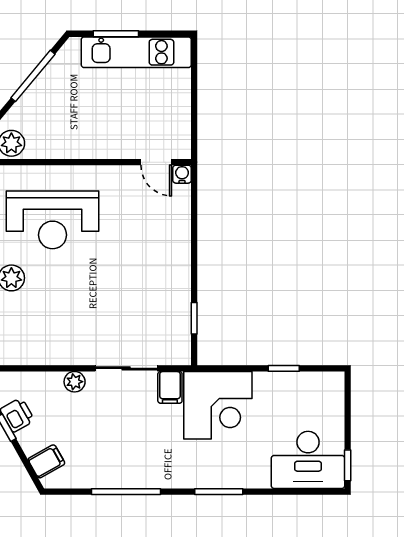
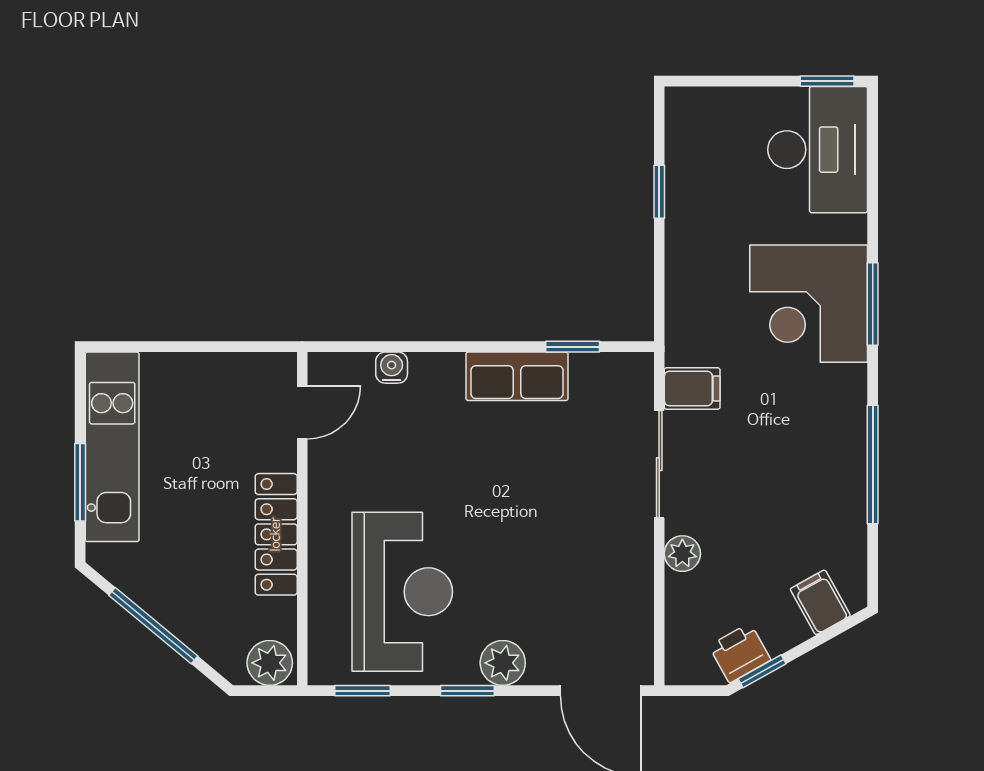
locker: (86, 147) -> (276, 534), added
water cooler: (182, 174) -> (392, 368), moved, turned 90
row of seats: (177, 286) -> (517, 376), added
corner desk: (218, 405) -> (809, 304), moved, turned 180

